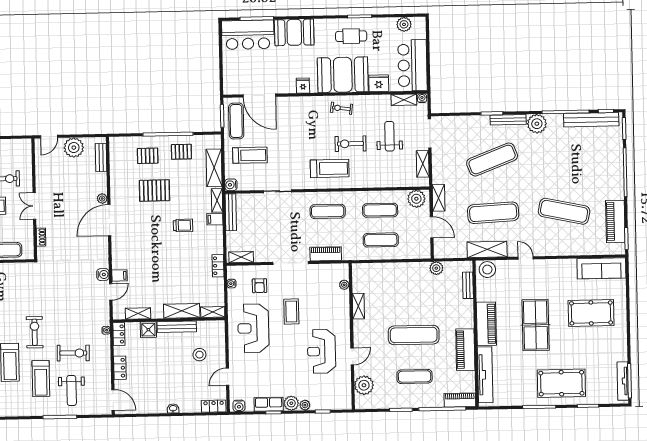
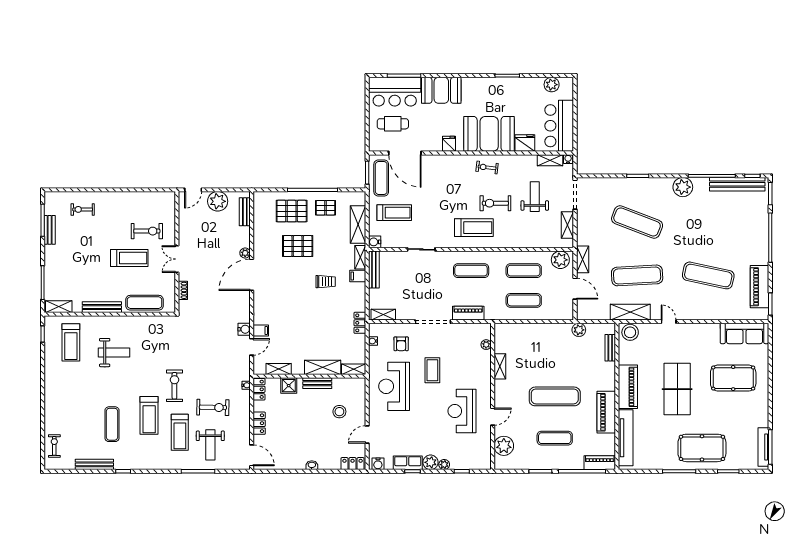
cafe table: (351, 36) -> (393, 124), moved
bench: (508, 120) -> (654, 182), removed
pallet: (148, 156) -> (292, 211), width x1.50, depth x1.42
exercise mat: (492, 159) -> (637, 222), turned 42
bench: (177, 327) -> (317, 383), width x0.73

